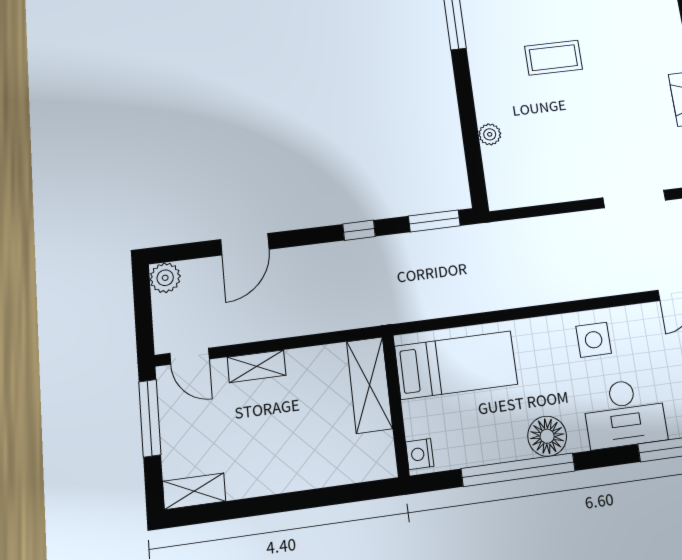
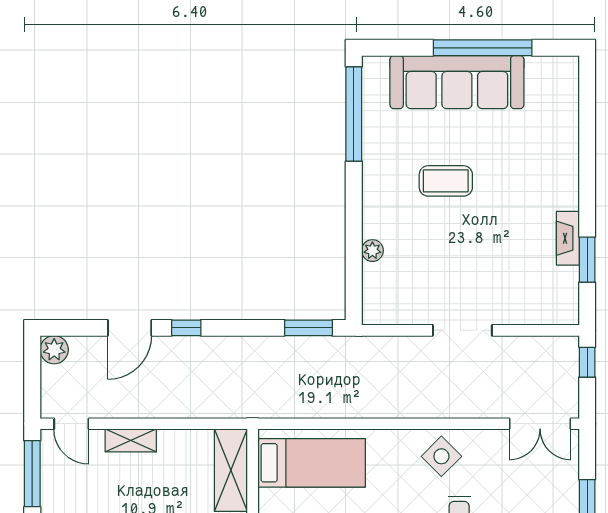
doorway: (634, 199) -> (462, 330), moved
window: (359, 230) -> (186, 328), moved
side table: (594, 340) -> (441, 456), turned 45

